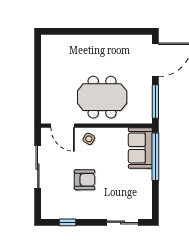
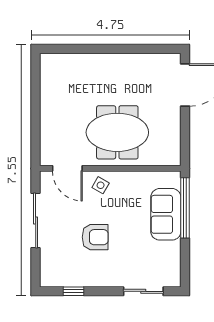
window: (155, 101) -> (185, 138), removed
sofa: (140, 148) -> (166, 214), moved

